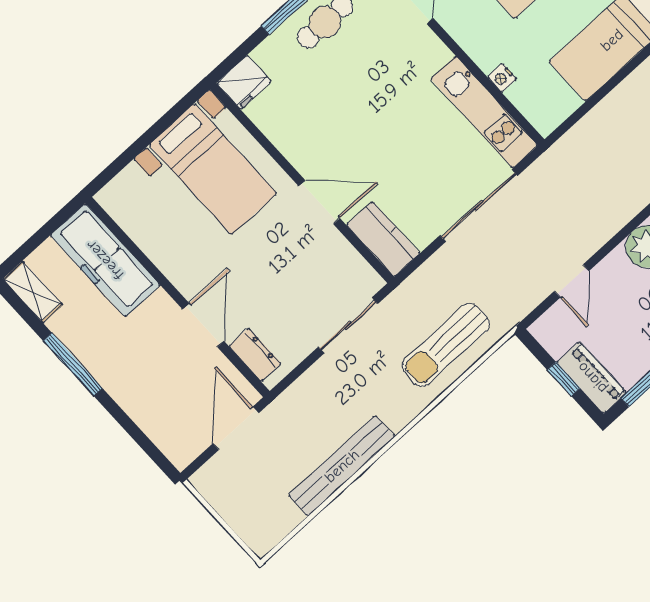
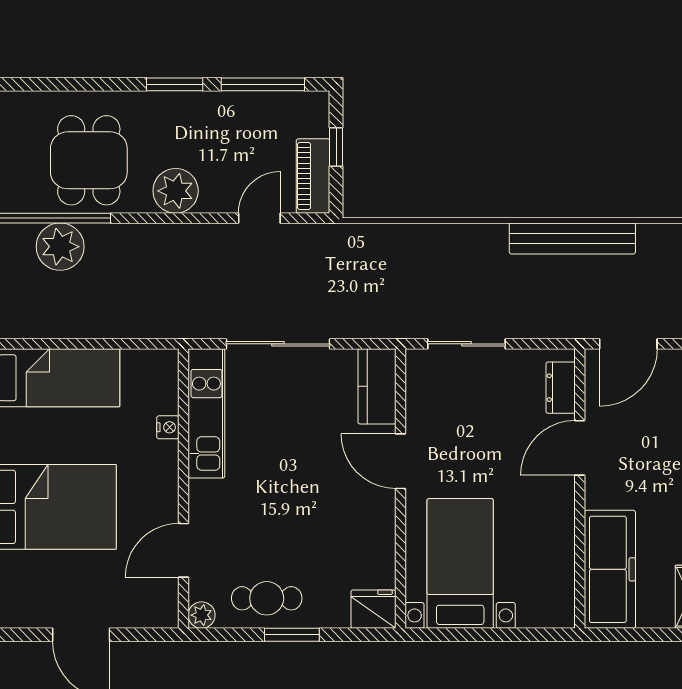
sun lounger: (446, 345) -> (404, 258), removed
piano: (592, 378) -> (313, 176), moved

